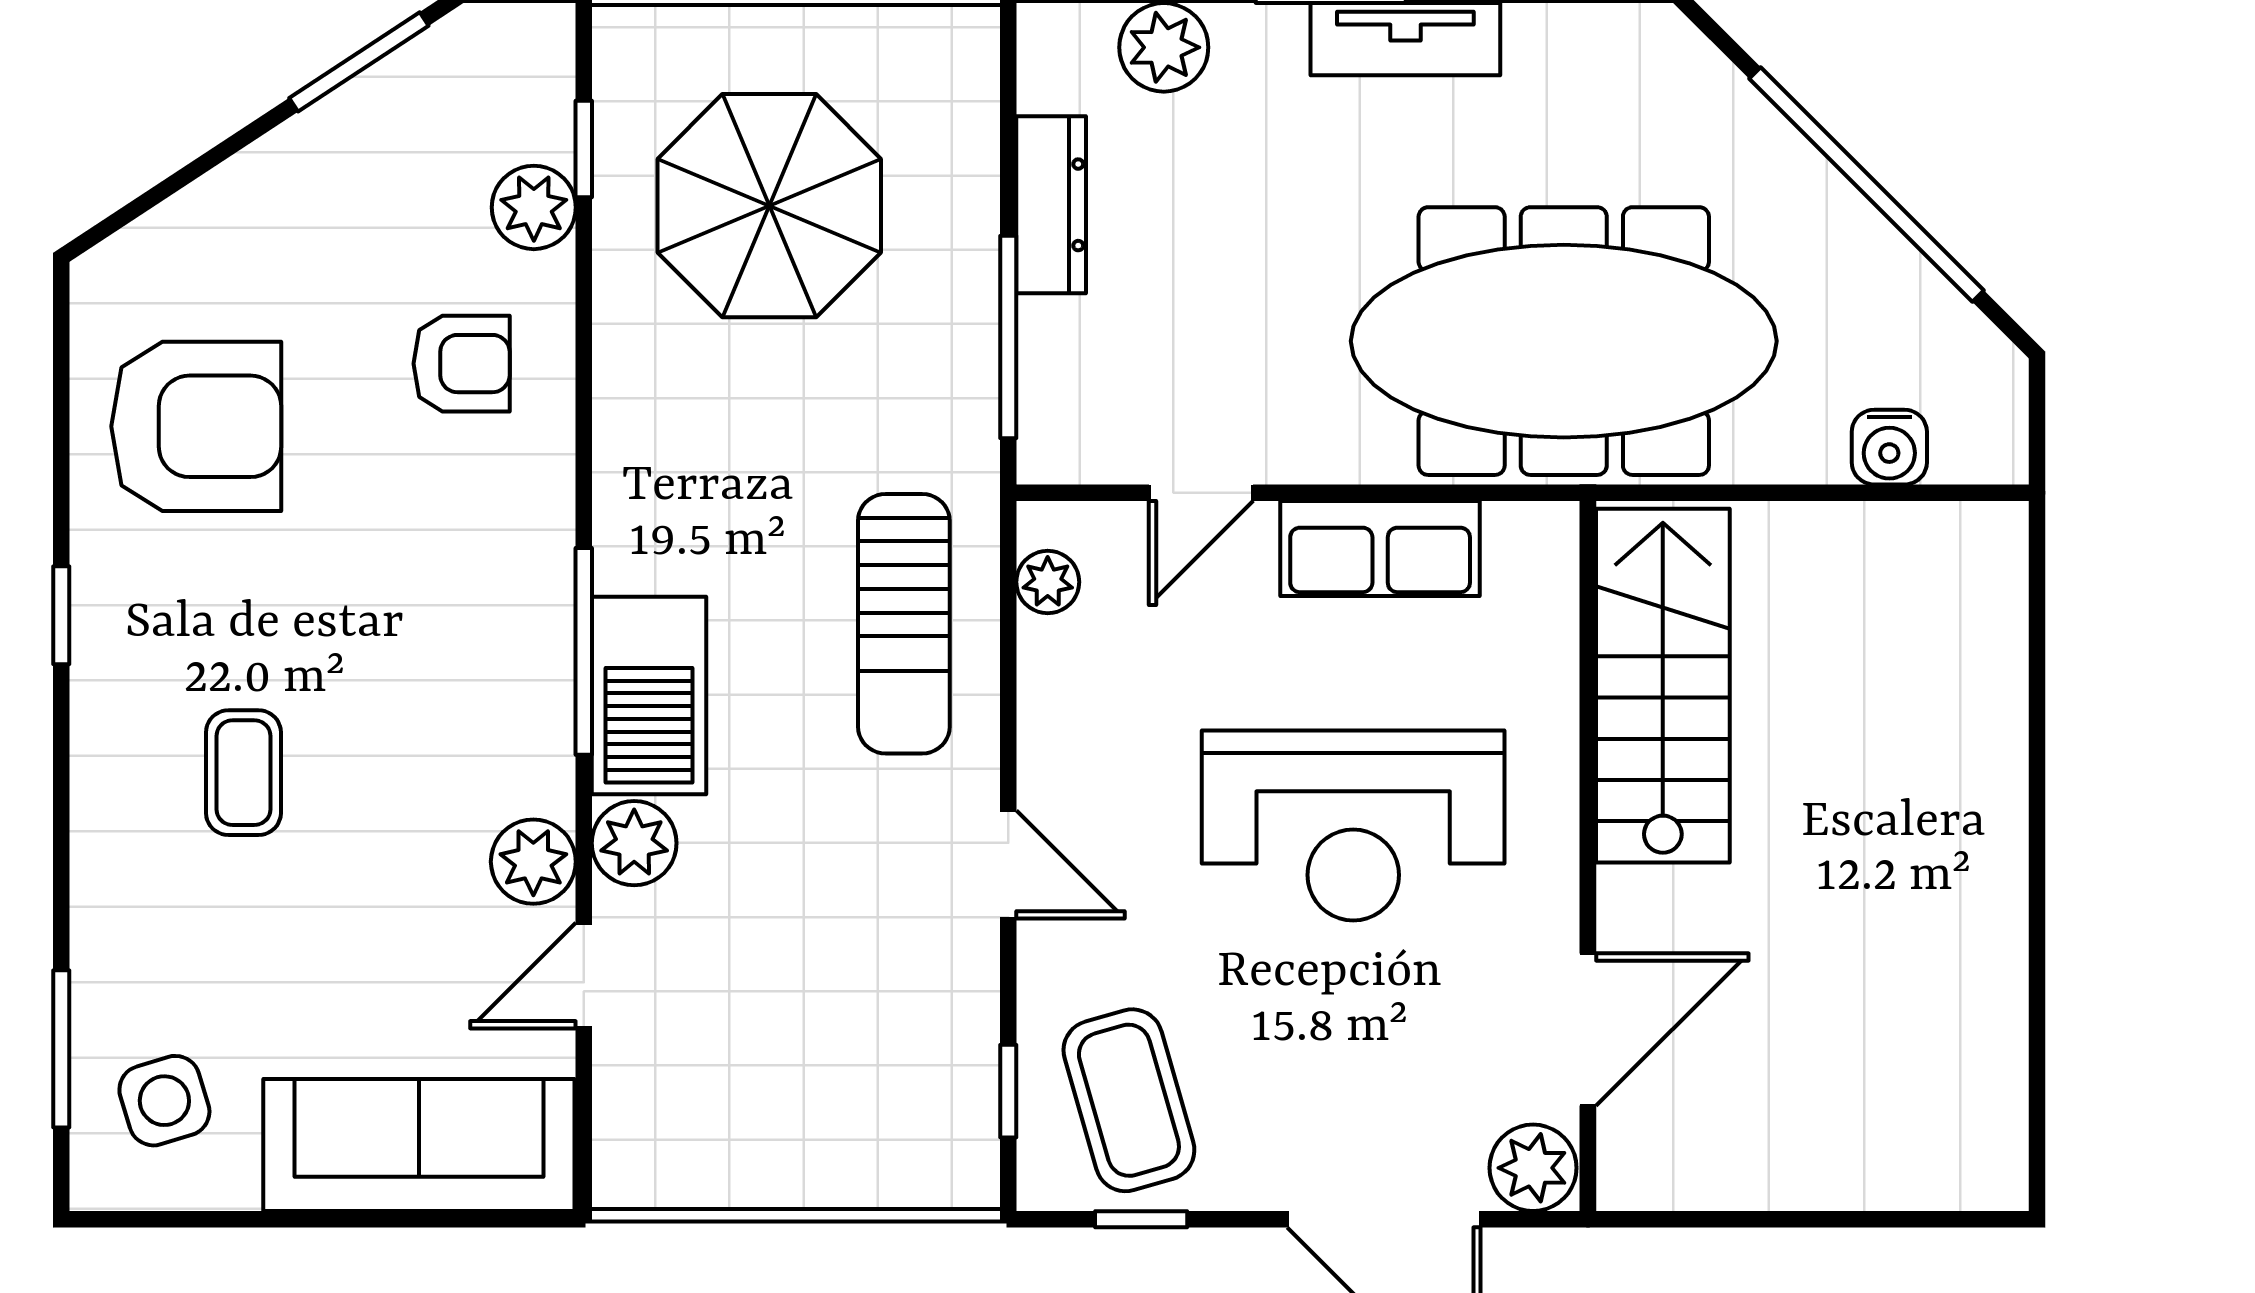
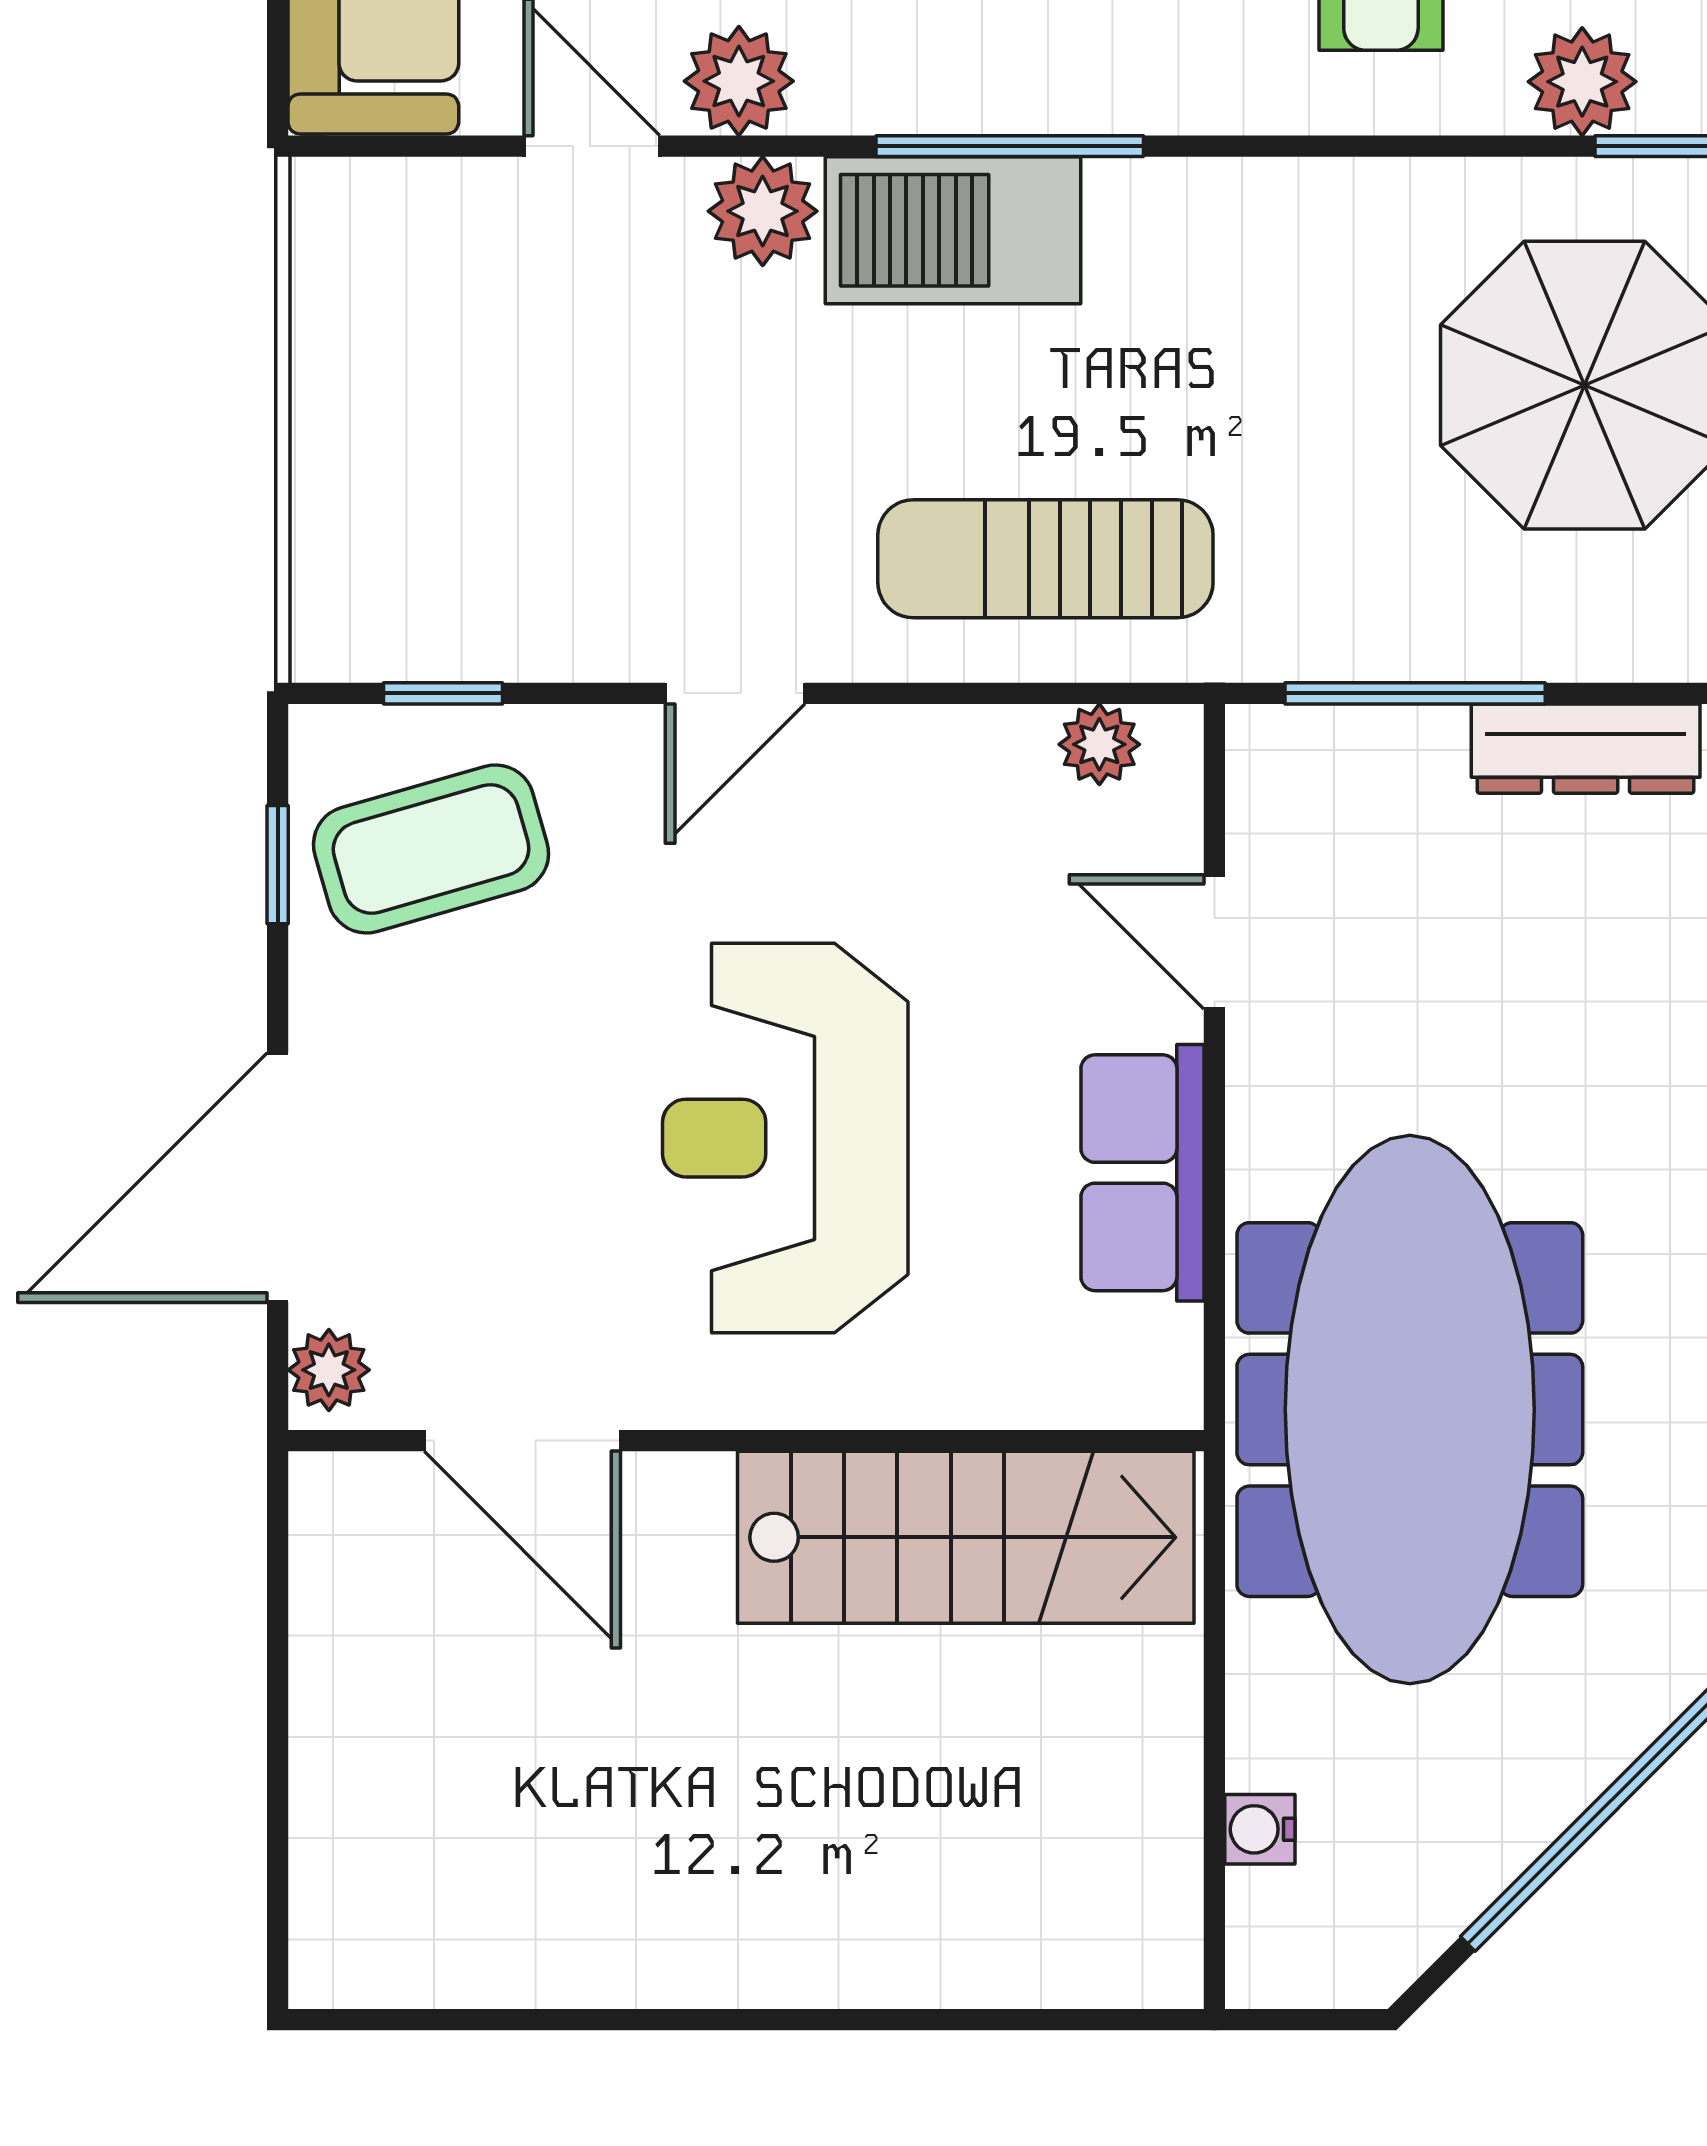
water cooler: (1889, 447) -> (1260, 1829), width x0.72, depth x0.72
plant: (1533, 1168) -> (329, 1370), width x0.73, depth x0.73

